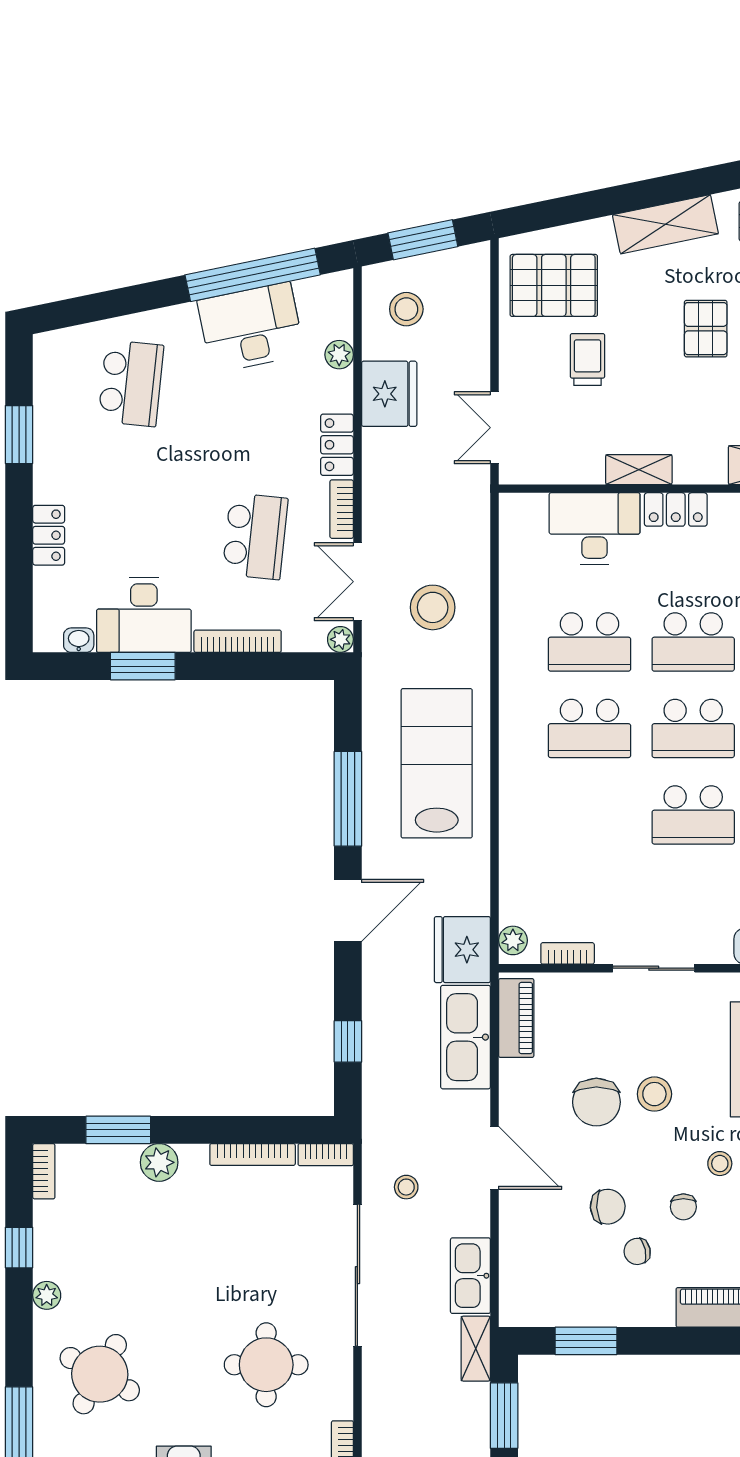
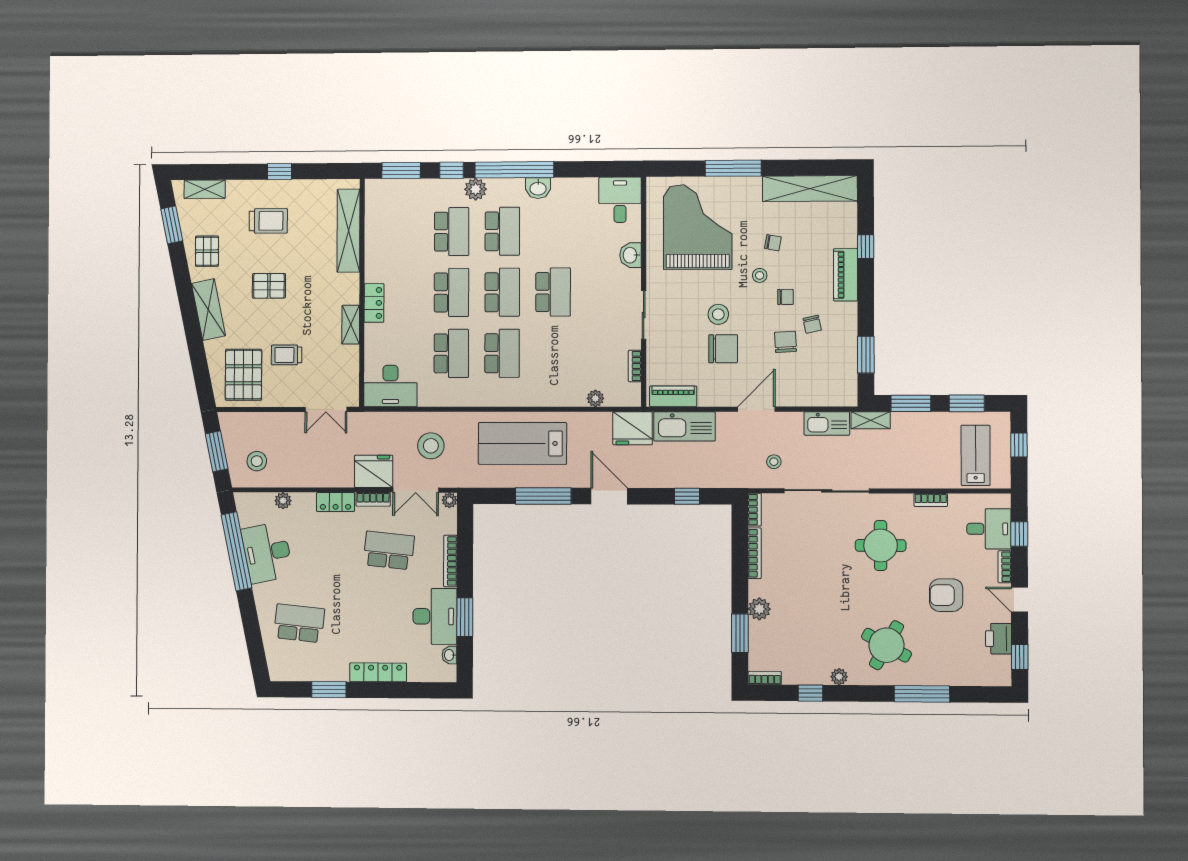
fridge: (389, 394) -> (374, 471), moved
desk: (595, 528) -> (390, 386), moved, turned -90
locker: (49, 535) -> (378, 672), width x1.53
plant: (513, 940) -> (595, 398), moved

